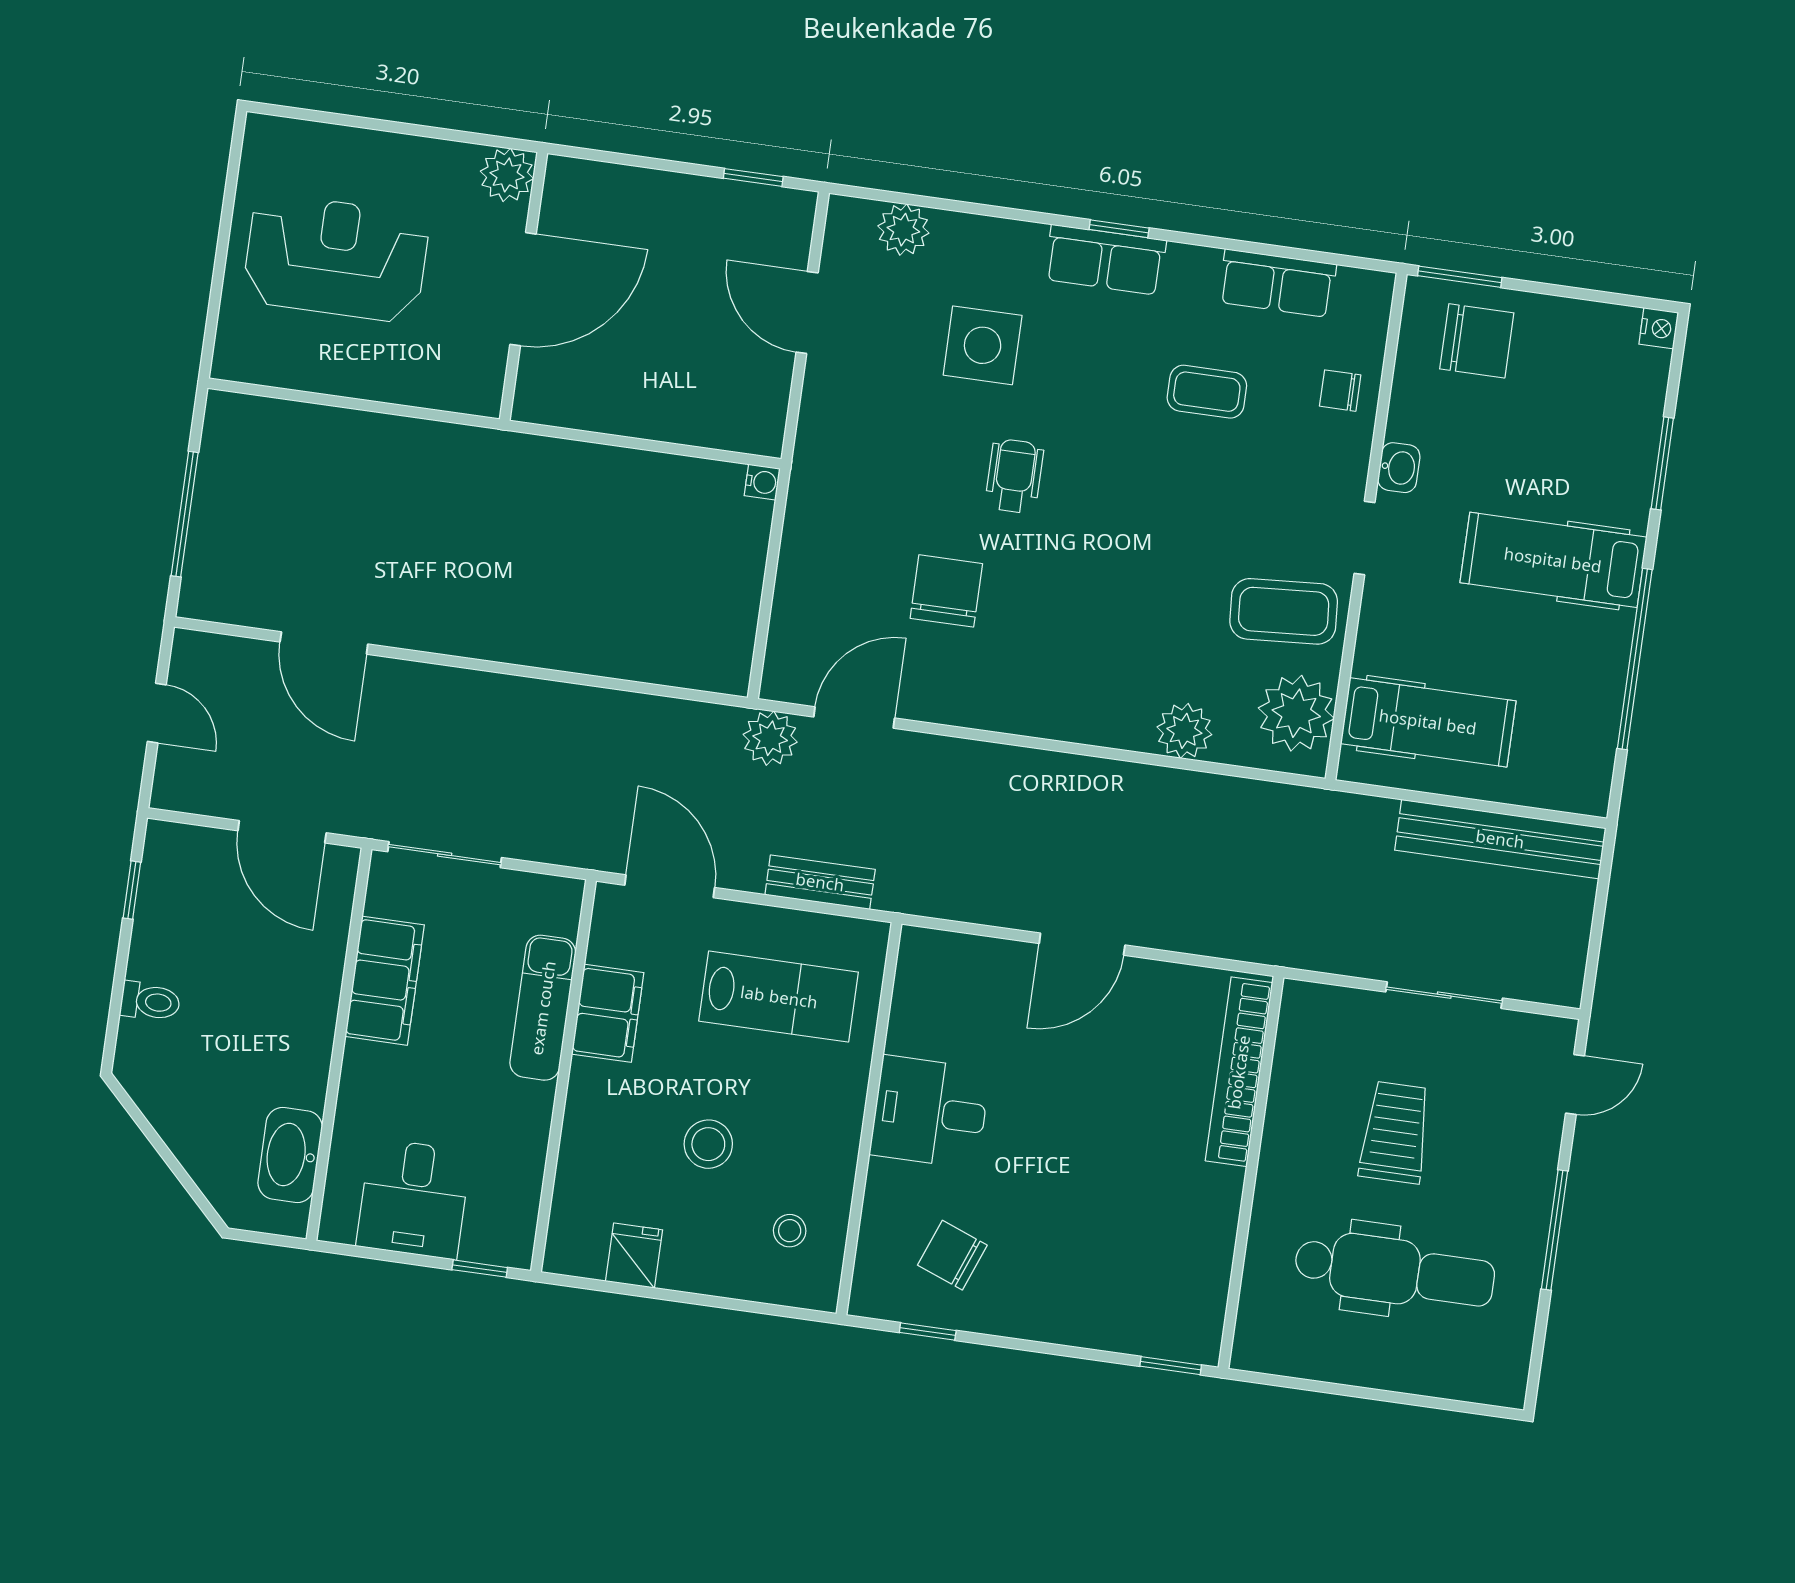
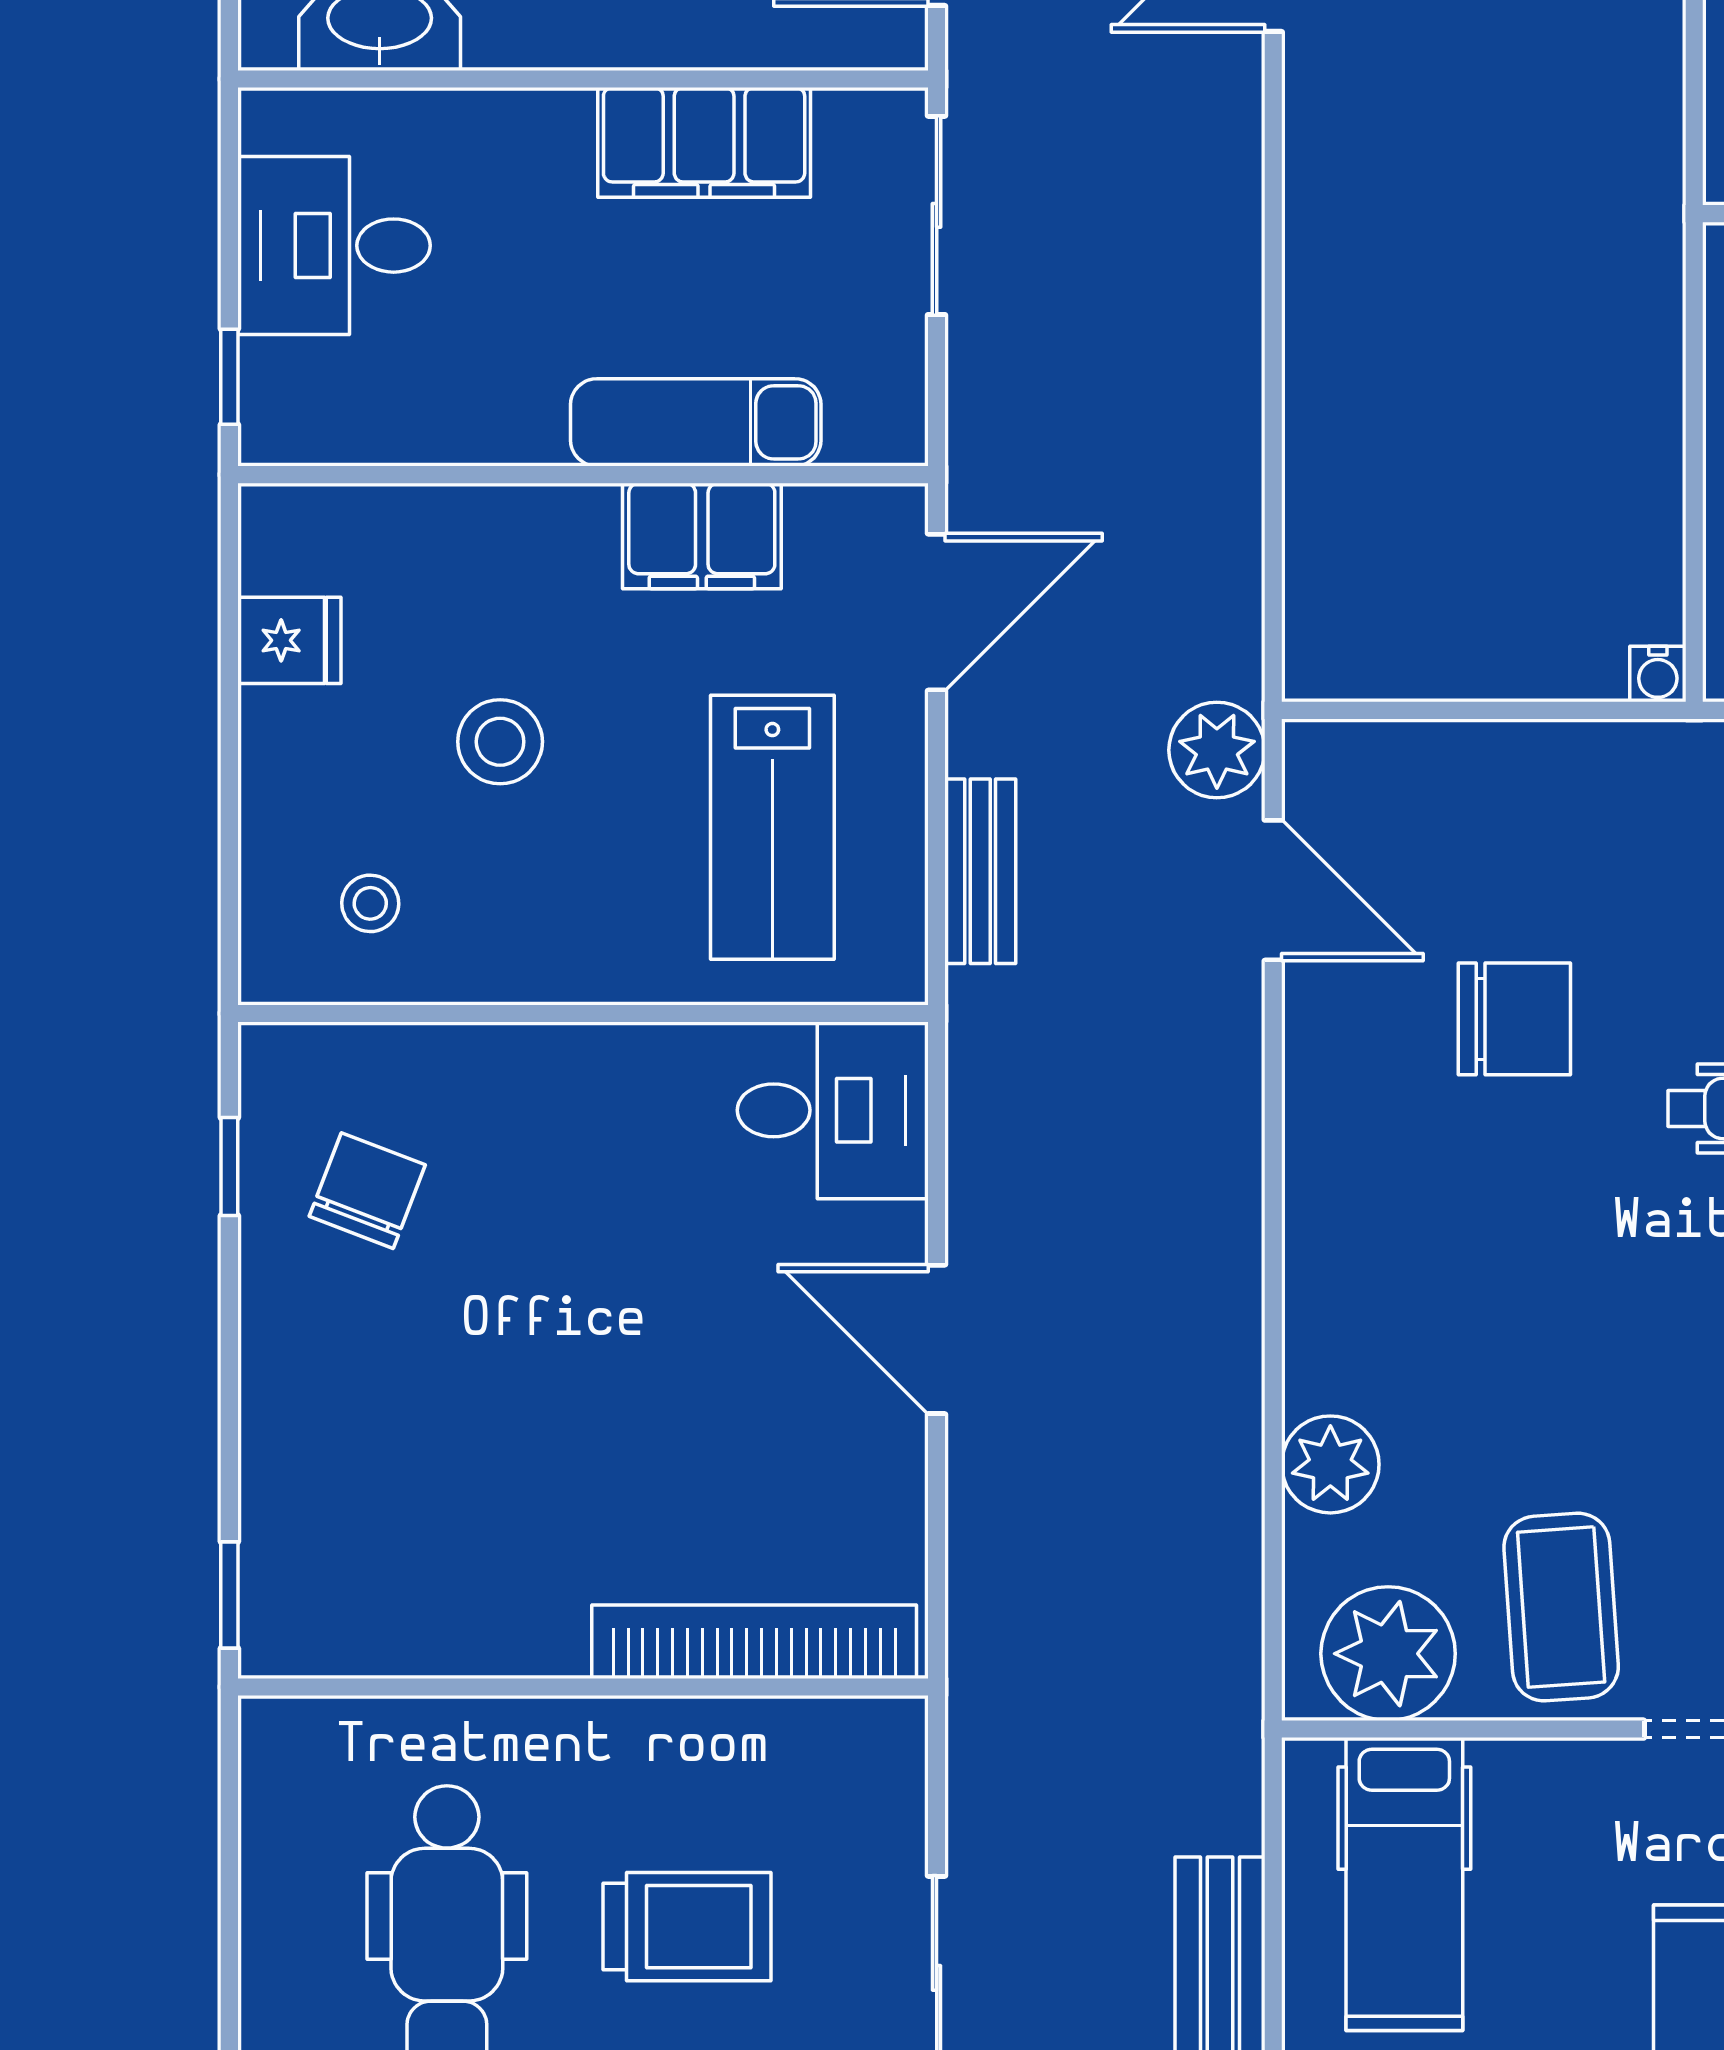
desk: (930, 1112) -> (833, 1110), moved, turned 90

